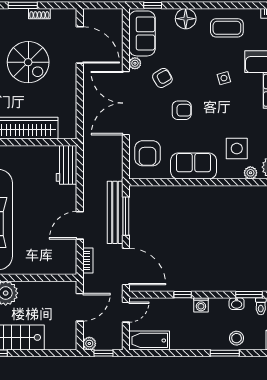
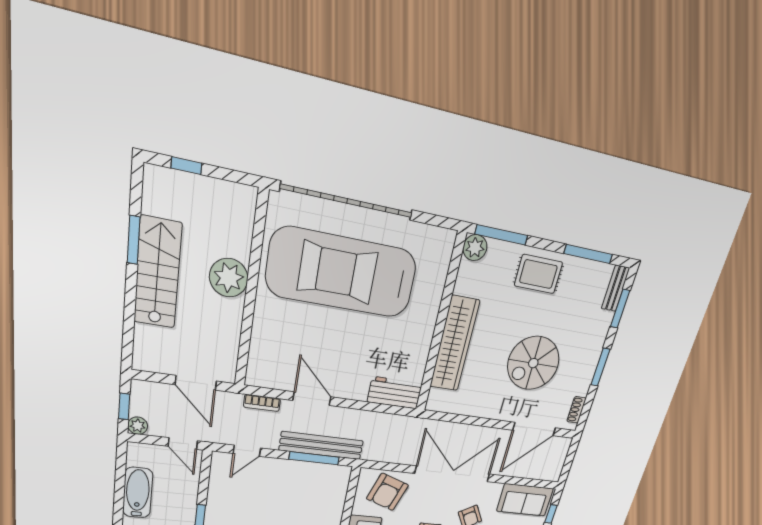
shoe rack: (39, 14) -> (576, 410), moved
plant: (135, 63) -> (495, 489), removed
armchair: (148, 153) -> (387, 492), turned -71
door: (126, 266) -> (247, 451), width x0.53
bathtub: (149, 340) -> (138, 493), moved
plant: (89, 343) -> (138, 426), moved

